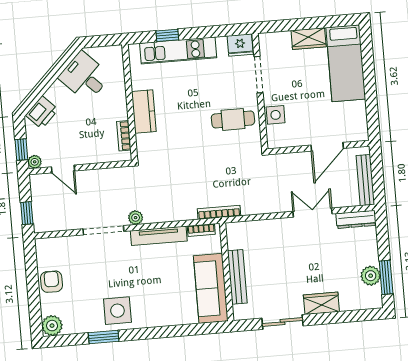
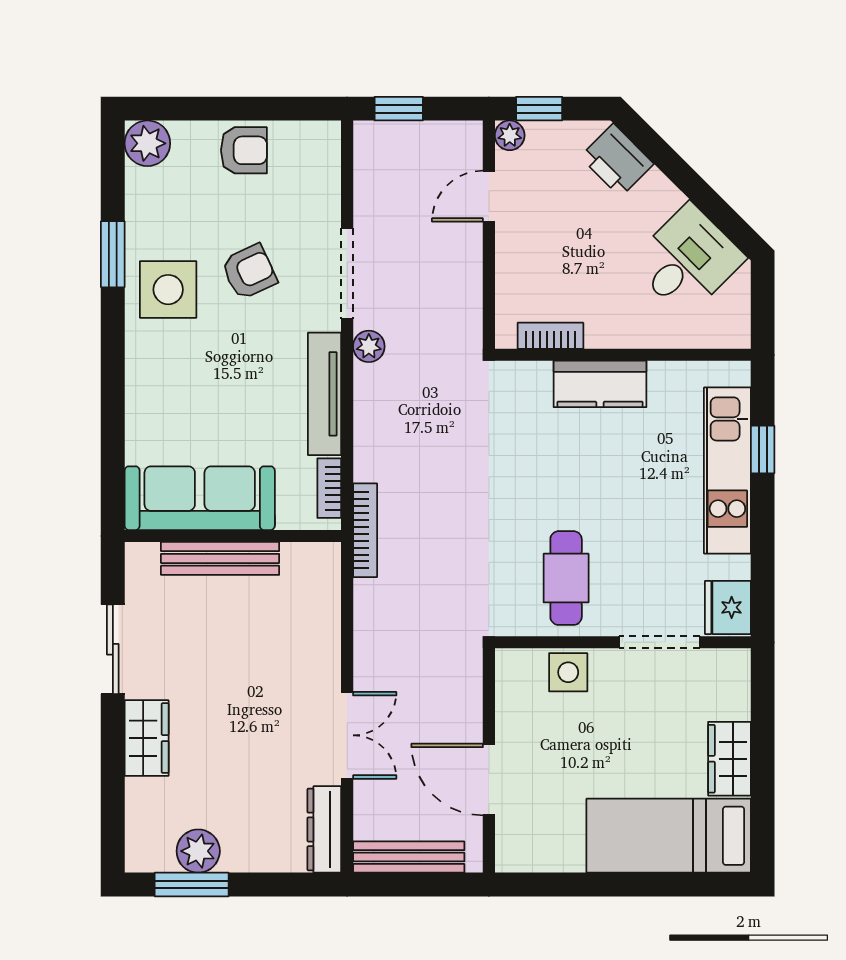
armchair: (106, 275) -> (249, 272), added

